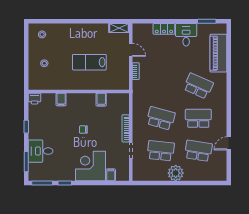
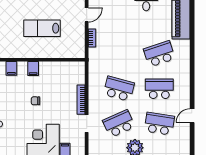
door: (131, 50) -> (87, 15), hinge flipped
school desk: (198, 86) -> (159, 54), turned -42
filing cabinet: (101, 100) -> (33, 69), moved
school desk: (161, 151) -> (119, 124), turned -30

